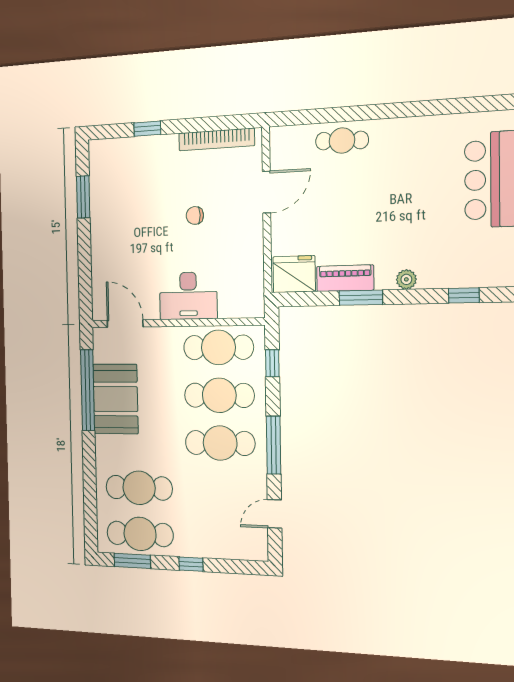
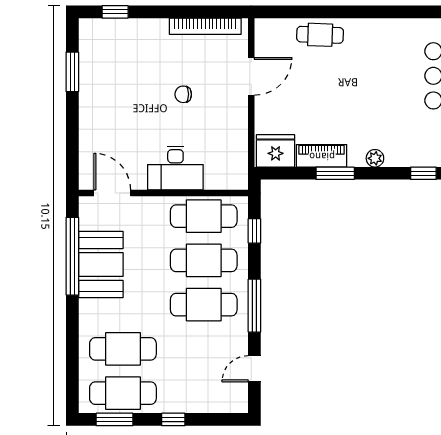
window: (147, 129) -> (115, 12), moved

